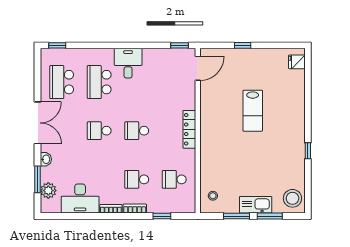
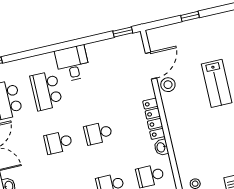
door: (198, 68) -> (151, 66), moved
stool: (209, 102) -> (168, 85), added
washbasin: (190, 156) -> (161, 147), added

